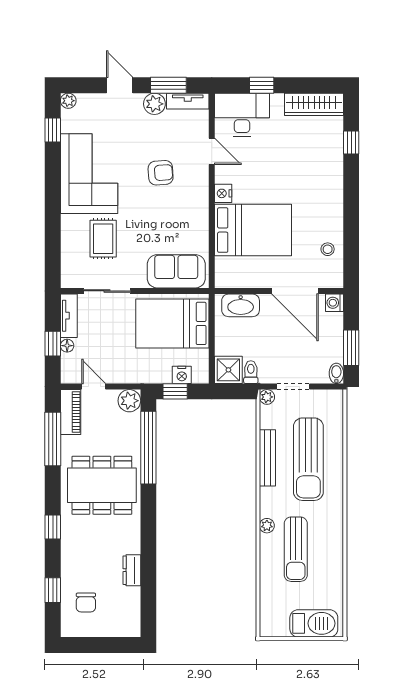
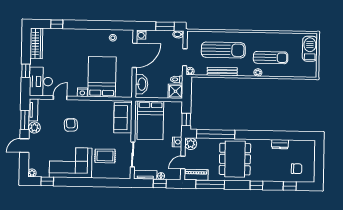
nightstand: (182, 375) -> (177, 142), moved

